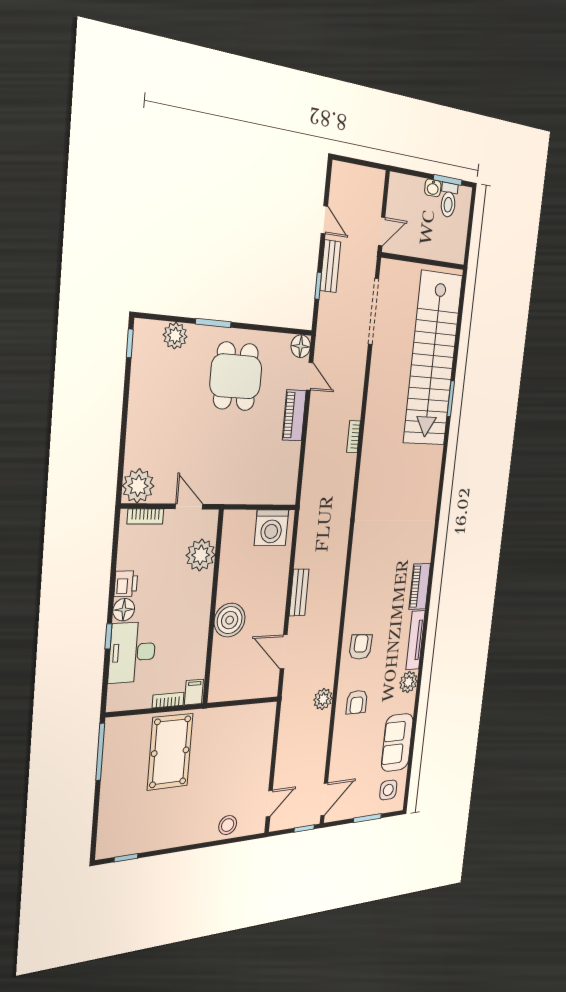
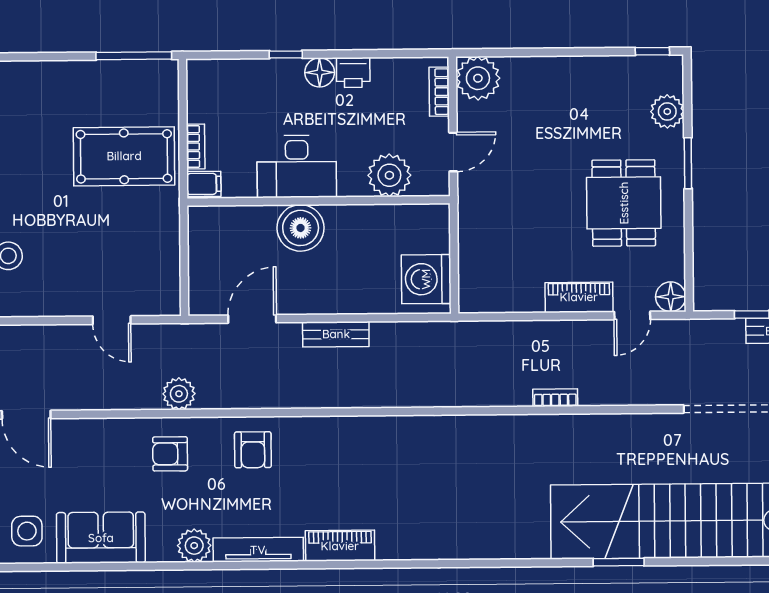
dining table: (236, 376) -> (624, 203), turned 90
armchair: (361, 647) -> (253, 450), turned 87
desk: (132, 652) -> (297, 167), moved, turned 180
door: (269, 803) -> (112, 320), moved

